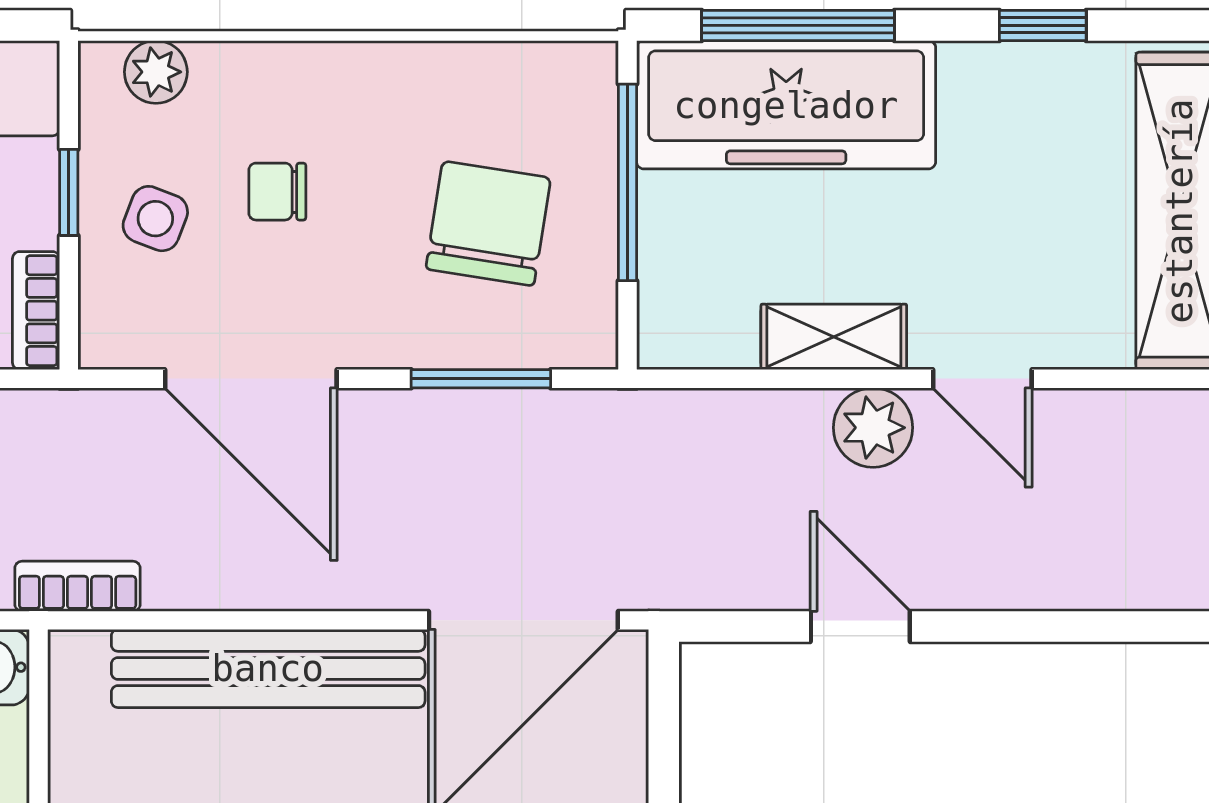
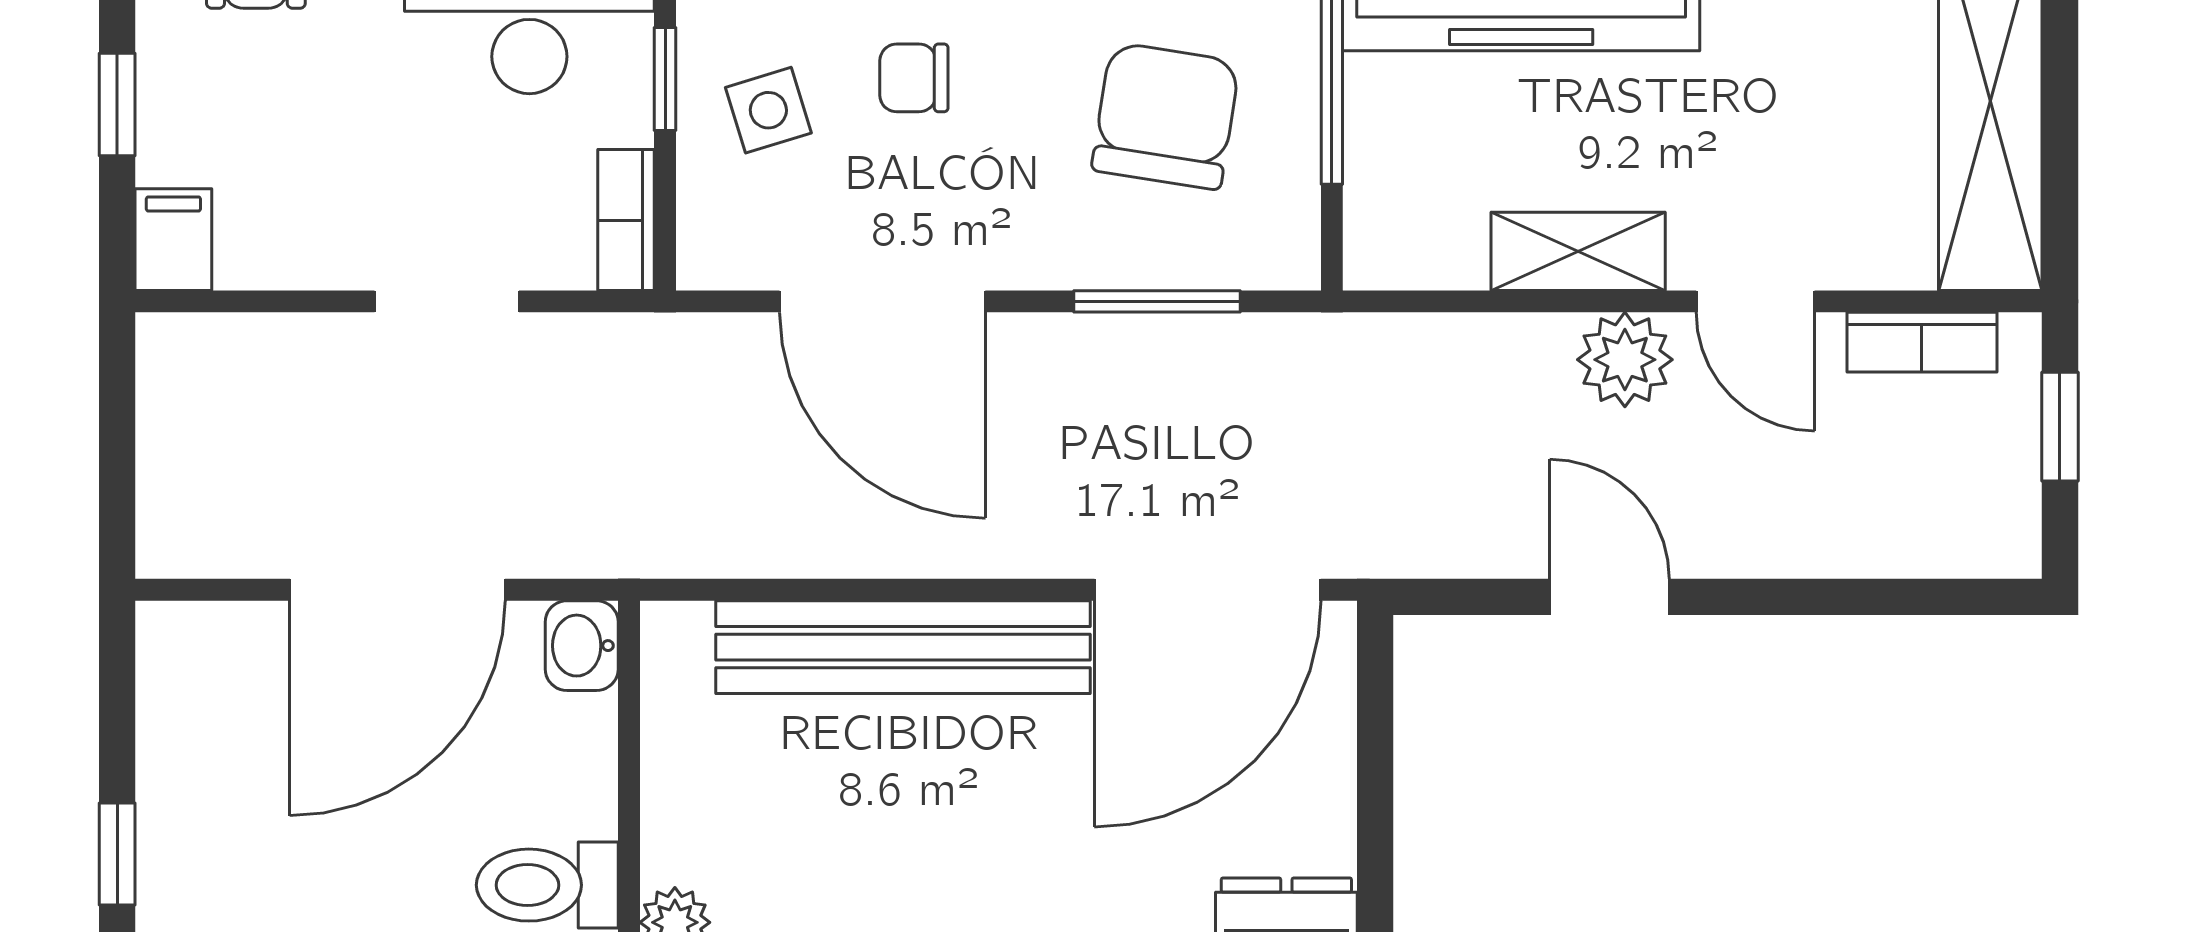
side table: (155, 219) -> (768, 110), turned -38
bookcase: (78, 586) -> (1922, 342), moved, turned 180

